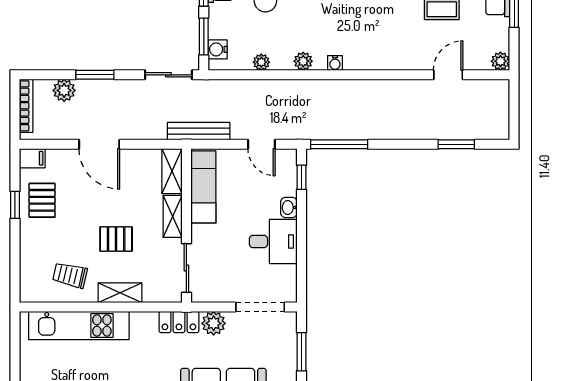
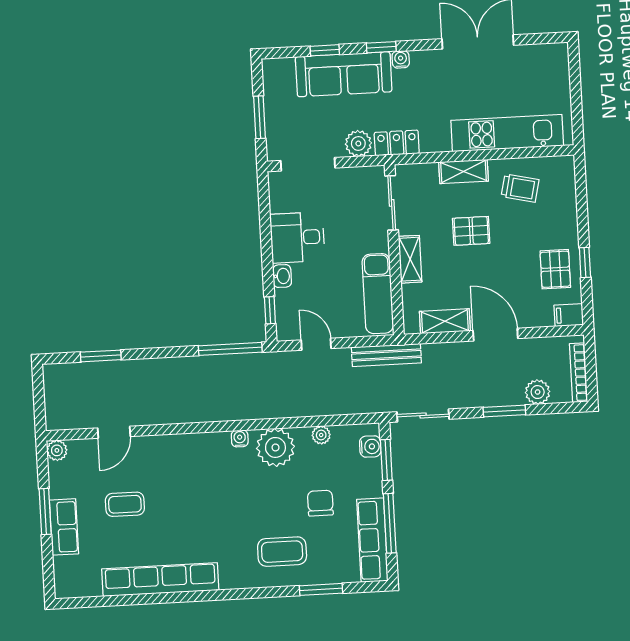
plant: (303, 61) -> (275, 447), width x1.88, depth x1.88
shelving: (172, 171) -> (445, 321), moved, turned 90

